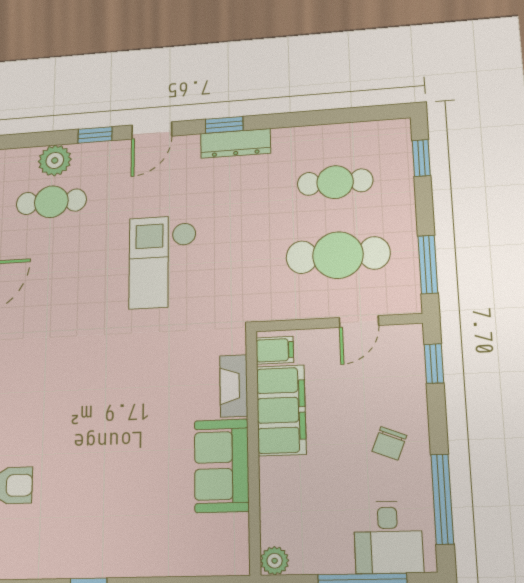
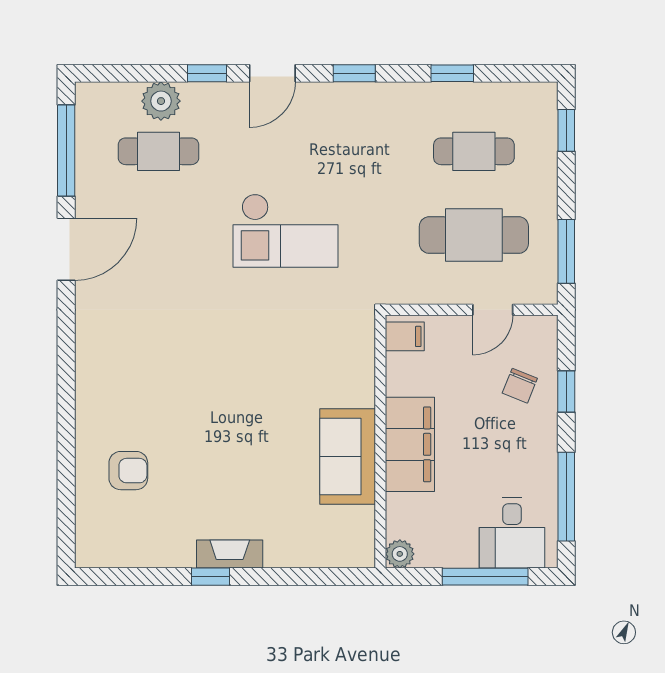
window: (313, 118) -> (452, 73), added
dresser: (236, 143) -> (367, 97), removed
checkout: (163, 262) -> (285, 231), turned -90
window: (434, 364) -> (566, 392), moved
fireplace: (234, 386) -> (230, 554), moved, turned 90
filing cabinet: (281, 410) -> (410, 444), moved
chair: (389, 443) -> (520, 386), moved

